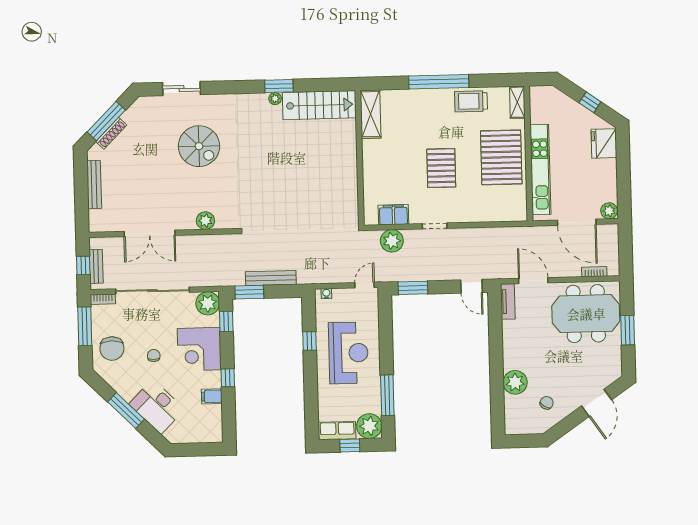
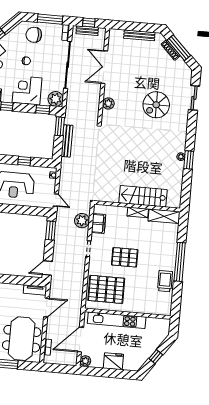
shelving: (517, 102) -> (138, 212), moved
stairs: (319, 105) -> (143, 196), moved, turned 90
fridge: (604, 143) -> (113, 361), moved
pallet: (501, 157) -> (106, 289), moved

